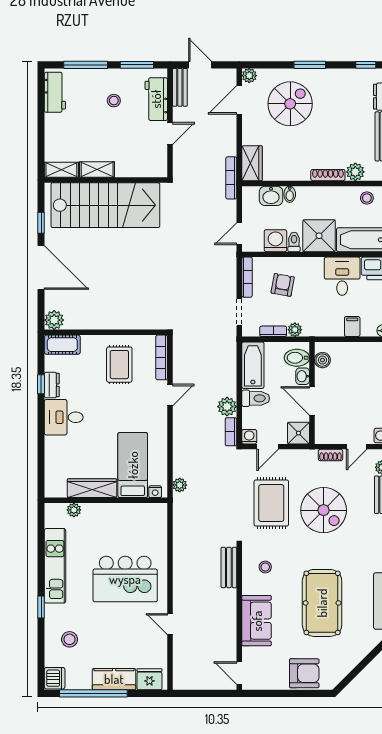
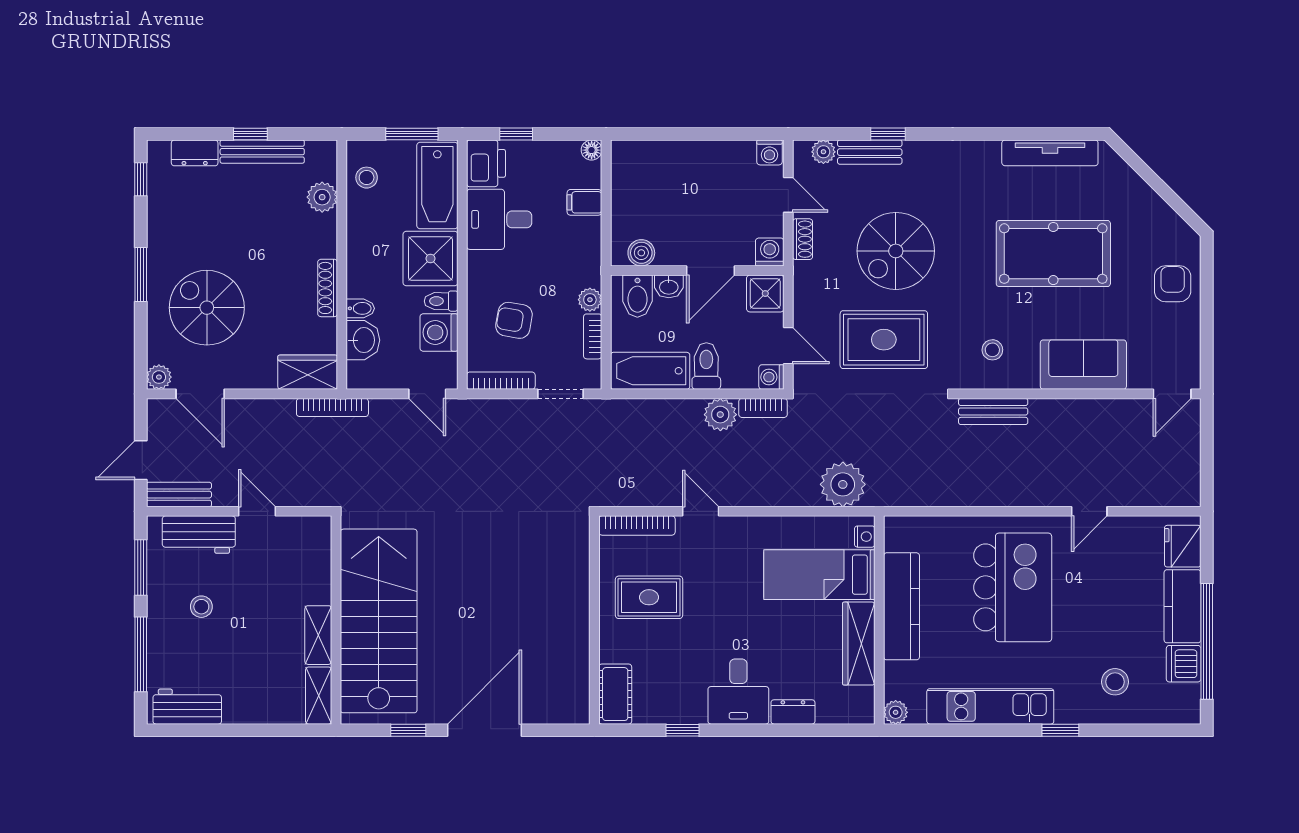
shoe rack: (328, 175) -> (328, 288), moved
plant: (54, 320) -> (574, 708), removed
dresser: (52, 385) -> (793, 712), moved
washing machine: (323, 436) -> (770, 252), added
plant: (180, 485) -> (843, 484), width x1.88, depth x1.88
plant: (74, 510) -> (896, 712), moved
spiral stairs: (324, 510) -> (896, 251), turned 180
kitchen counter: (114, 513) -> (902, 606), added
armchair: (304, 673) -> (1173, 284), width x0.72, depth x0.72
dishwasher: (55, 678) -> (1184, 664), moved, turned -90

